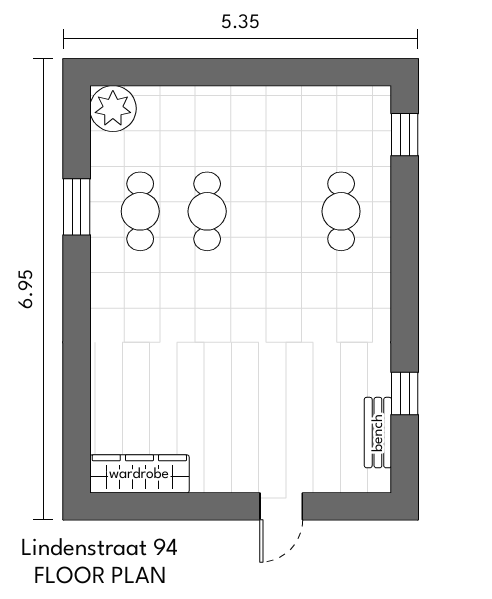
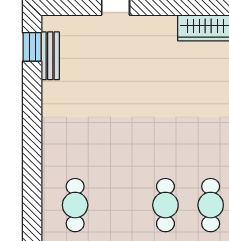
window: (405, 393) -> (32, 47), moved

